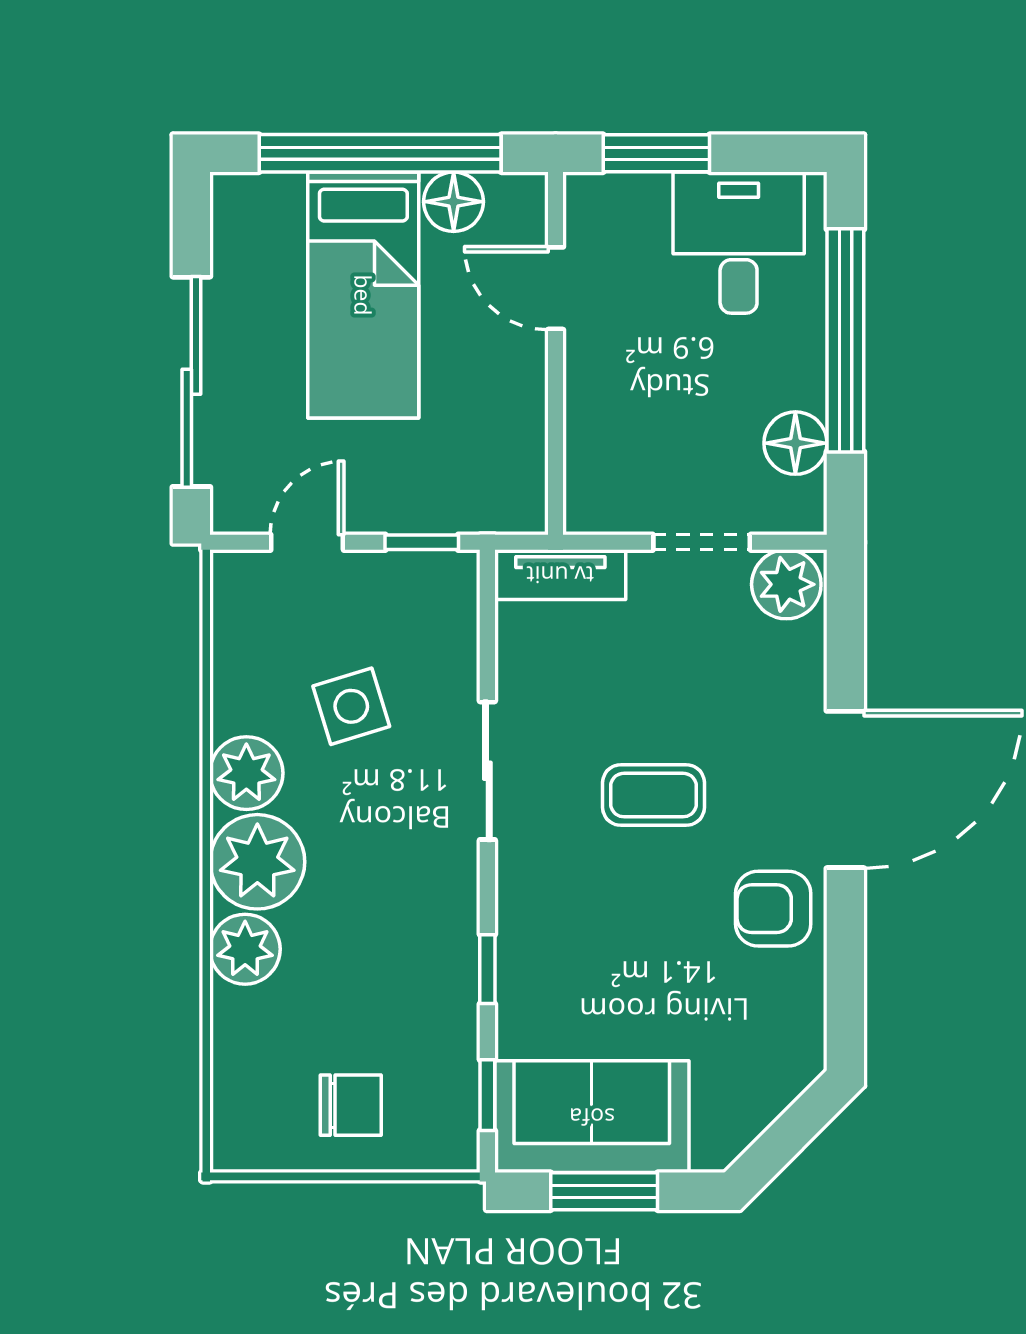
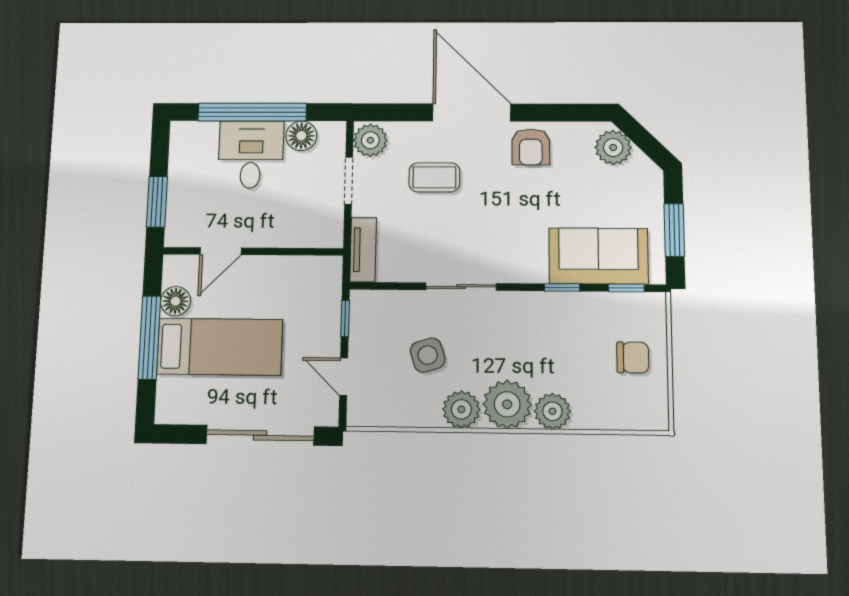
window: (380, 153) -> (149, 338), width x0.68
desk: (739, 243) -> (251, 154), moved, turned 90
coffee table: (653, 795) -> (434, 177), moved, turned 90
plant: (772, 1074) -> (613, 148), added
chair: (351, 1105) -> (633, 358), turned 90
sofa: (592, 1117) -> (598, 256), moved, turned 90

